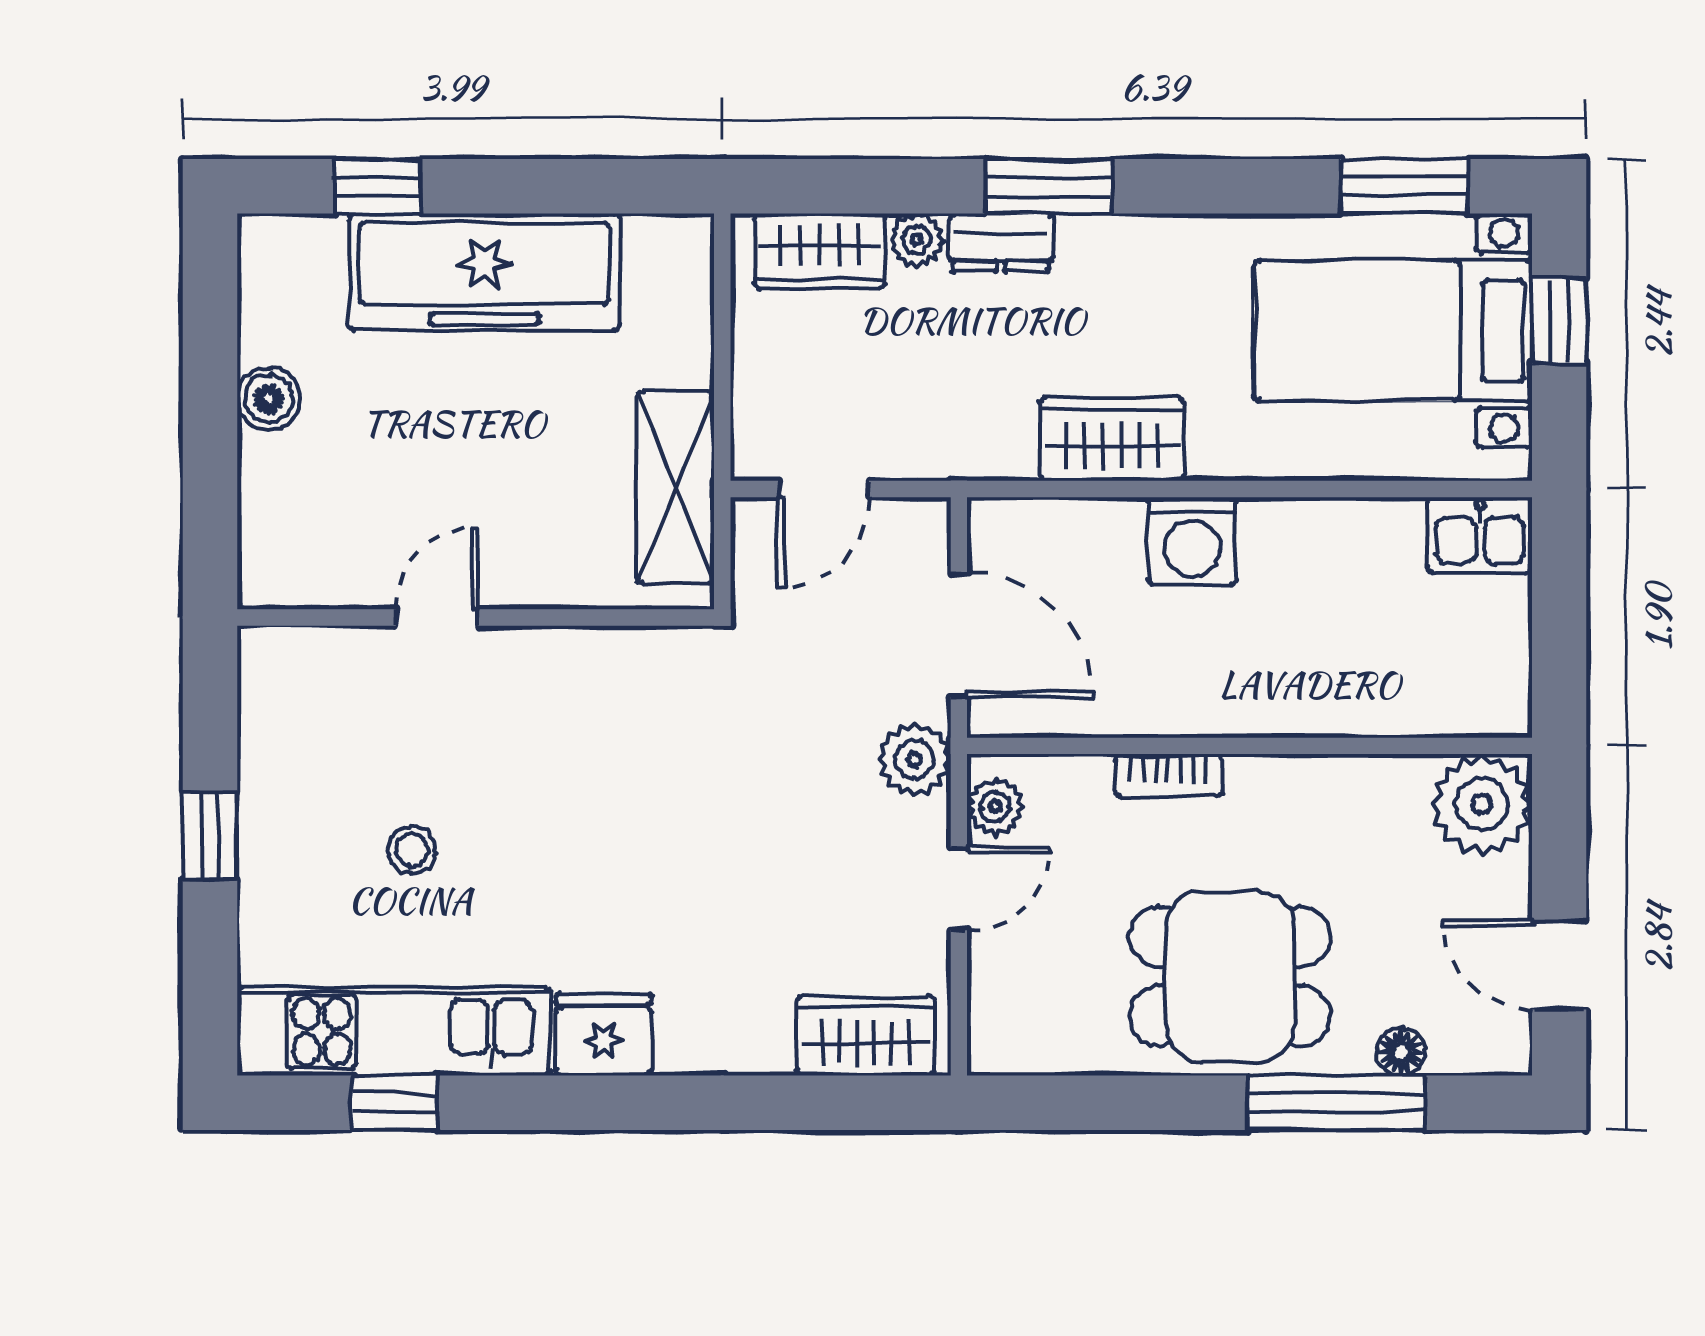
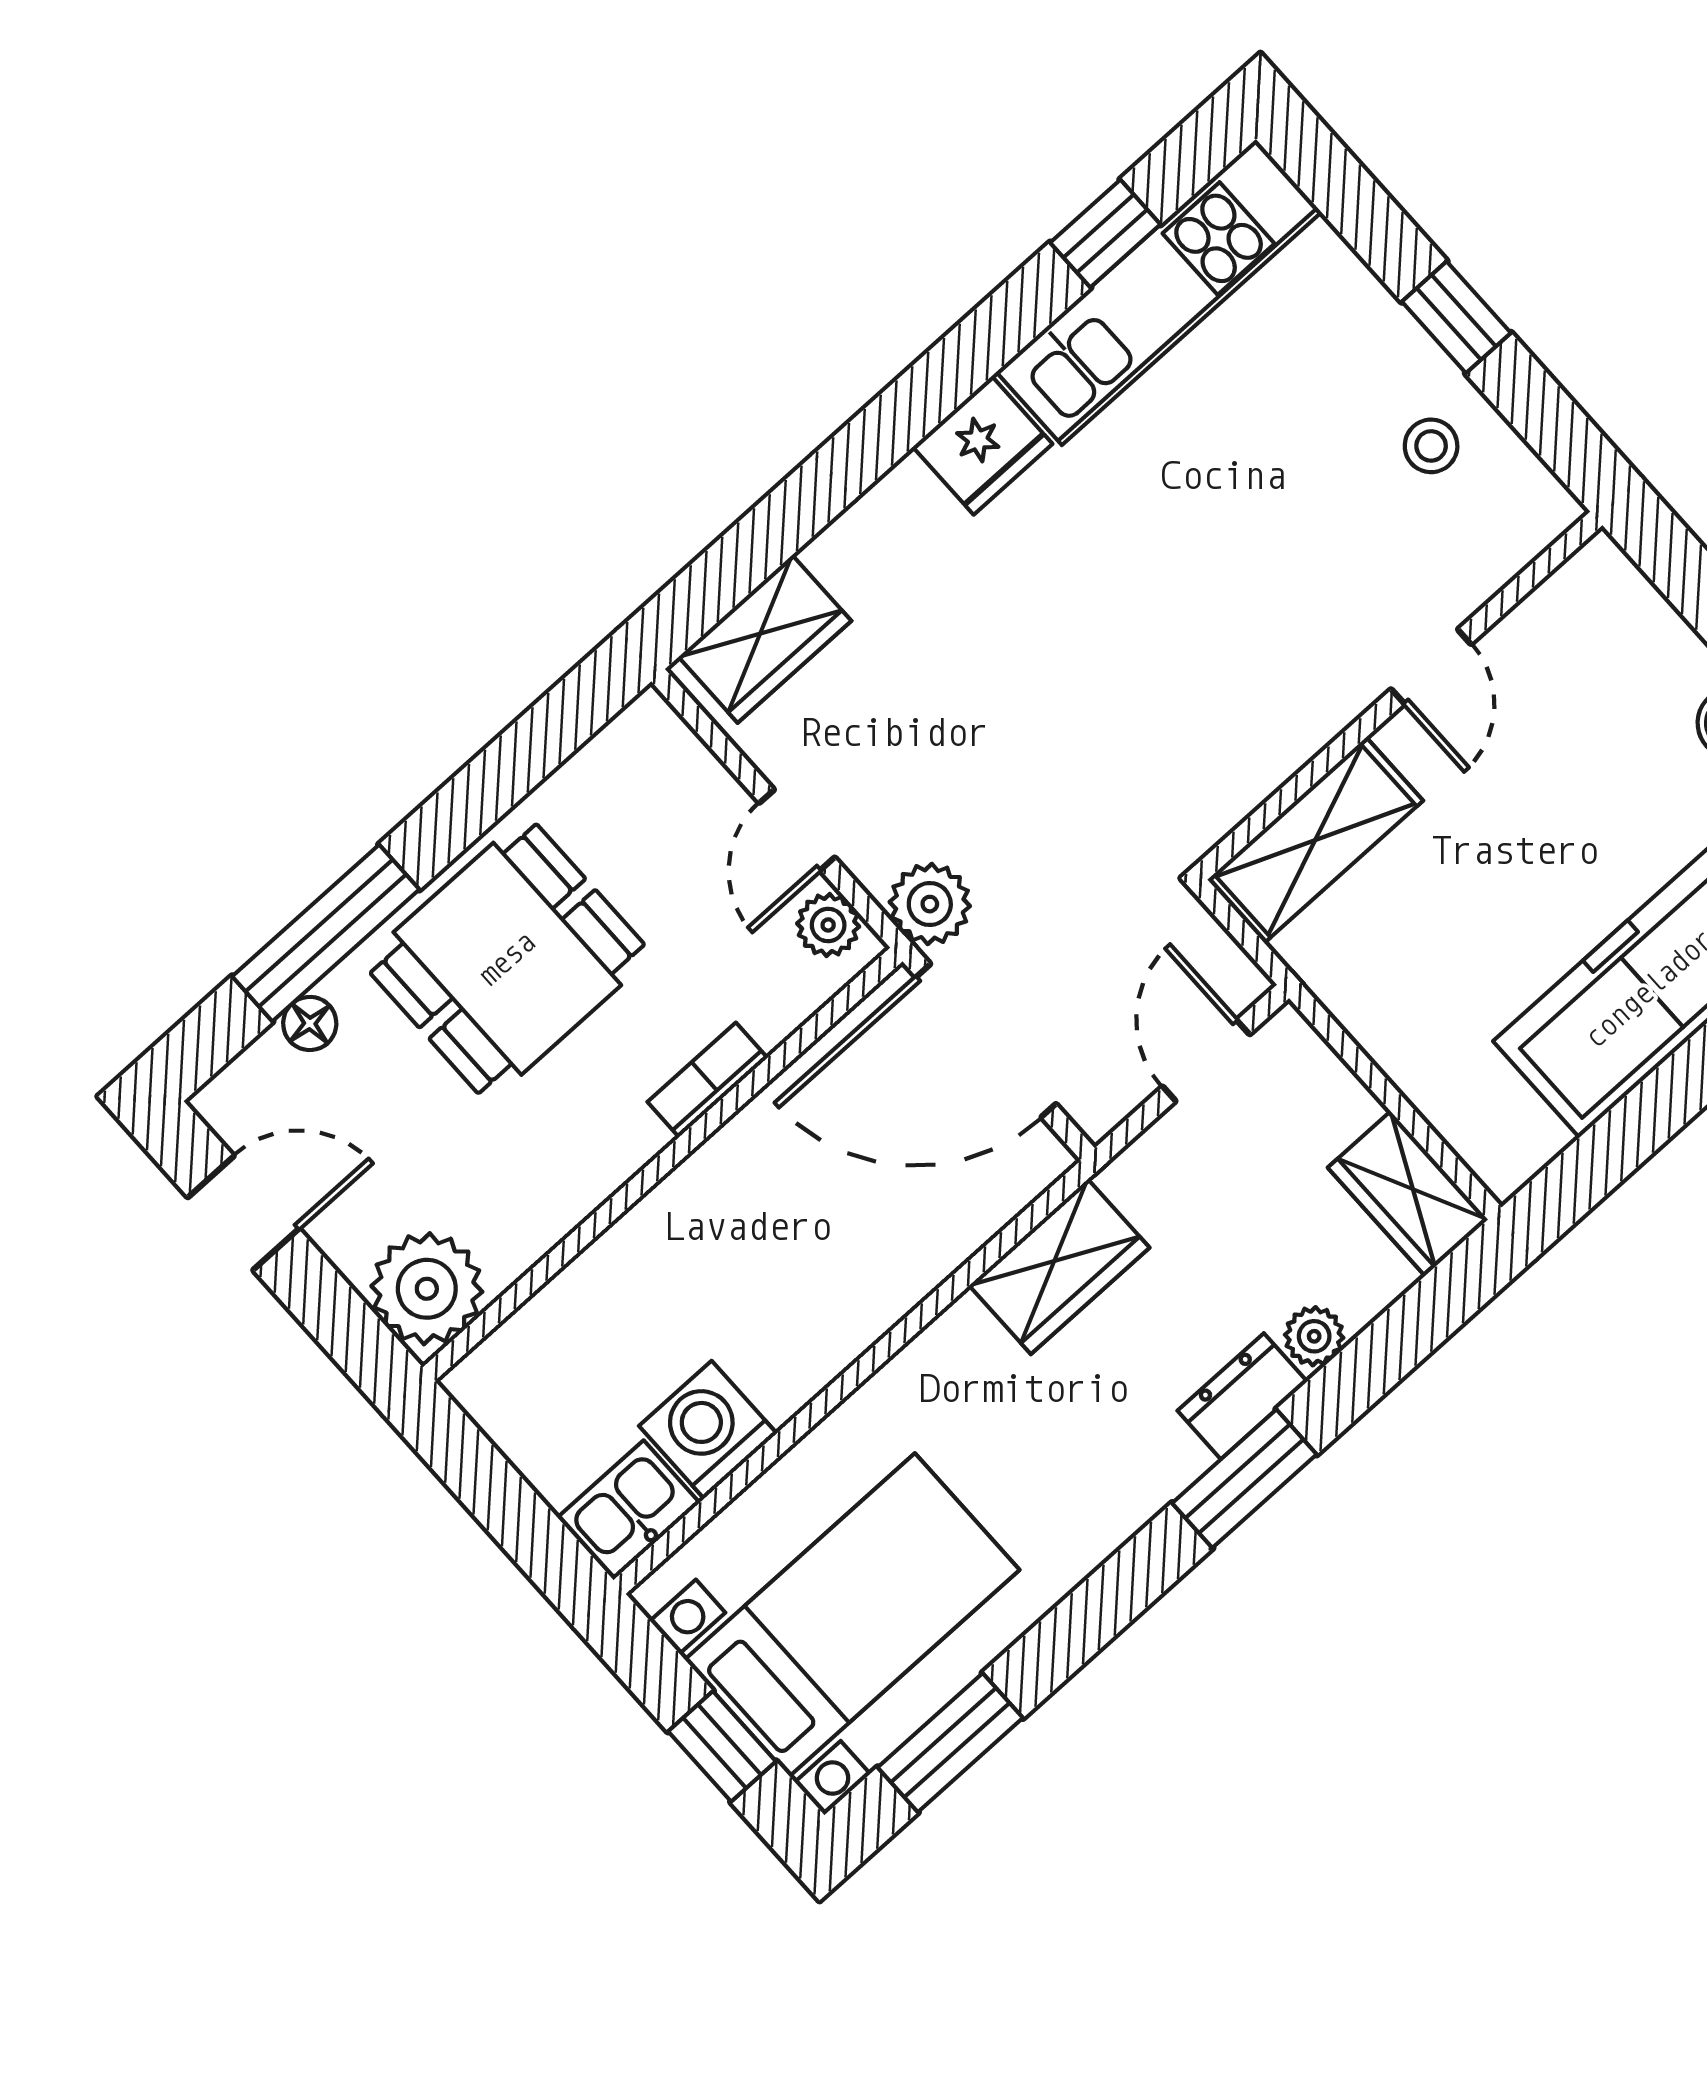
wardrobe: (819, 251) -> (1408, 1194), moved, turned -90
wardrobe: (1112, 439) -> (1059, 1267), moved
shelving: (676, 487) -> (1315, 840), moved, turned 90
washing machine: (1192, 541) -> (708, 1430), moved
door: (959, 635) -> (986, 1041), width x1.36
stool: (412, 850) -> (1431, 446), moved

